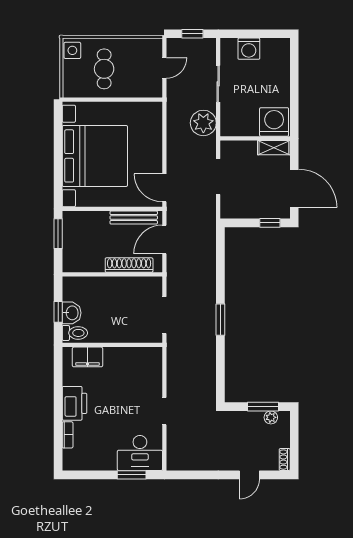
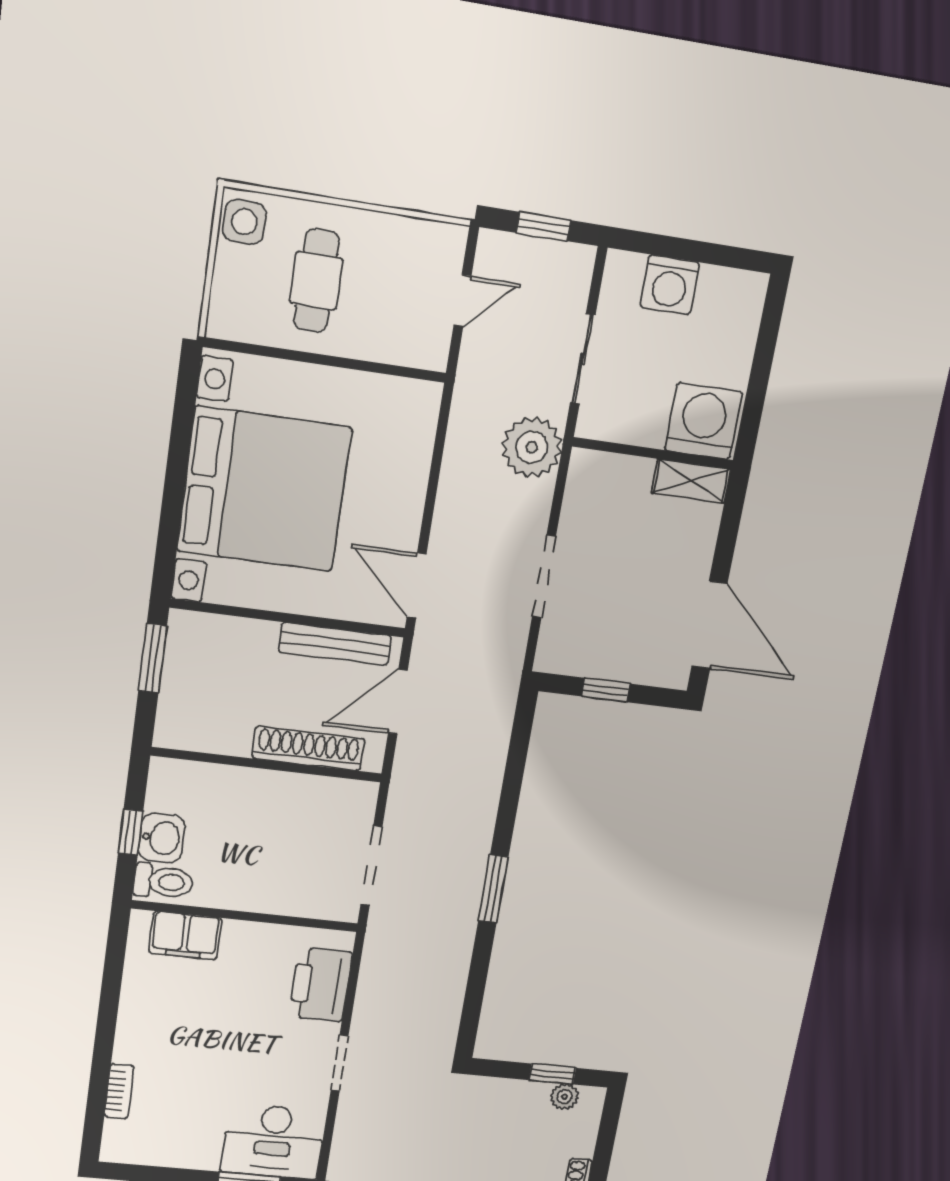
washing machine: (274, 122) -> (703, 421), moved
wall: (255, 138) -> (653, 453), moved
shelving: (274, 148) -> (691, 481), moved
window: (270, 223) -> (606, 690), moved
printer: (75, 403) -> (320, 985), moved, turned 180
window: (263, 407) -> (552, 1074), width x0.67

